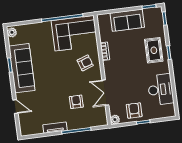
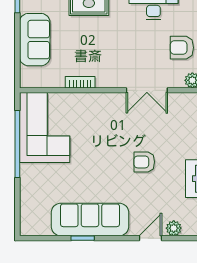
plant: (12, 32) -> (174, 228), moved
armchair: (85, 63) -> (95, 116), removed
armchair: (76, 102) -> (144, 162), moved

